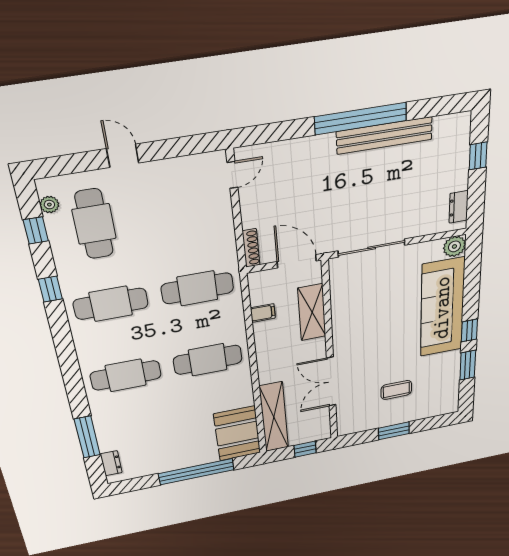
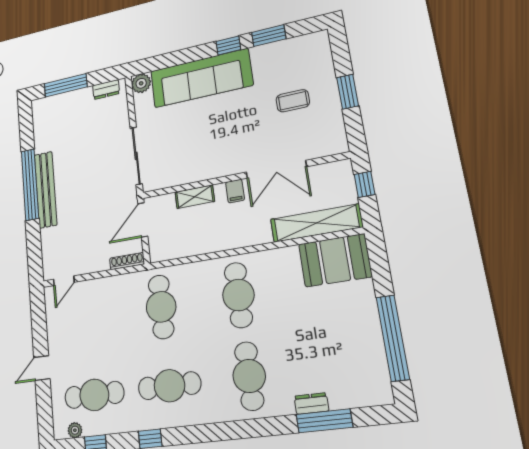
bench: (384, 135) -> (46, 190), moved
window: (478, 156) -> (66, 85), width x2.17
door: (232, 175) -> (64, 281), swing flipped
cafe table: (111, 304) -> (169, 386), turned 90
shelving: (312, 312) -> (195, 197), width x0.67, depth x0.75
filing cabinet: (263, 313) -> (235, 191), moved, turned 180
coffee table: (396, 390) -> (293, 101), turned 90
dresser: (111, 463) -> (311, 404), moved
window: (196, 472) -> (393, 338), moved

